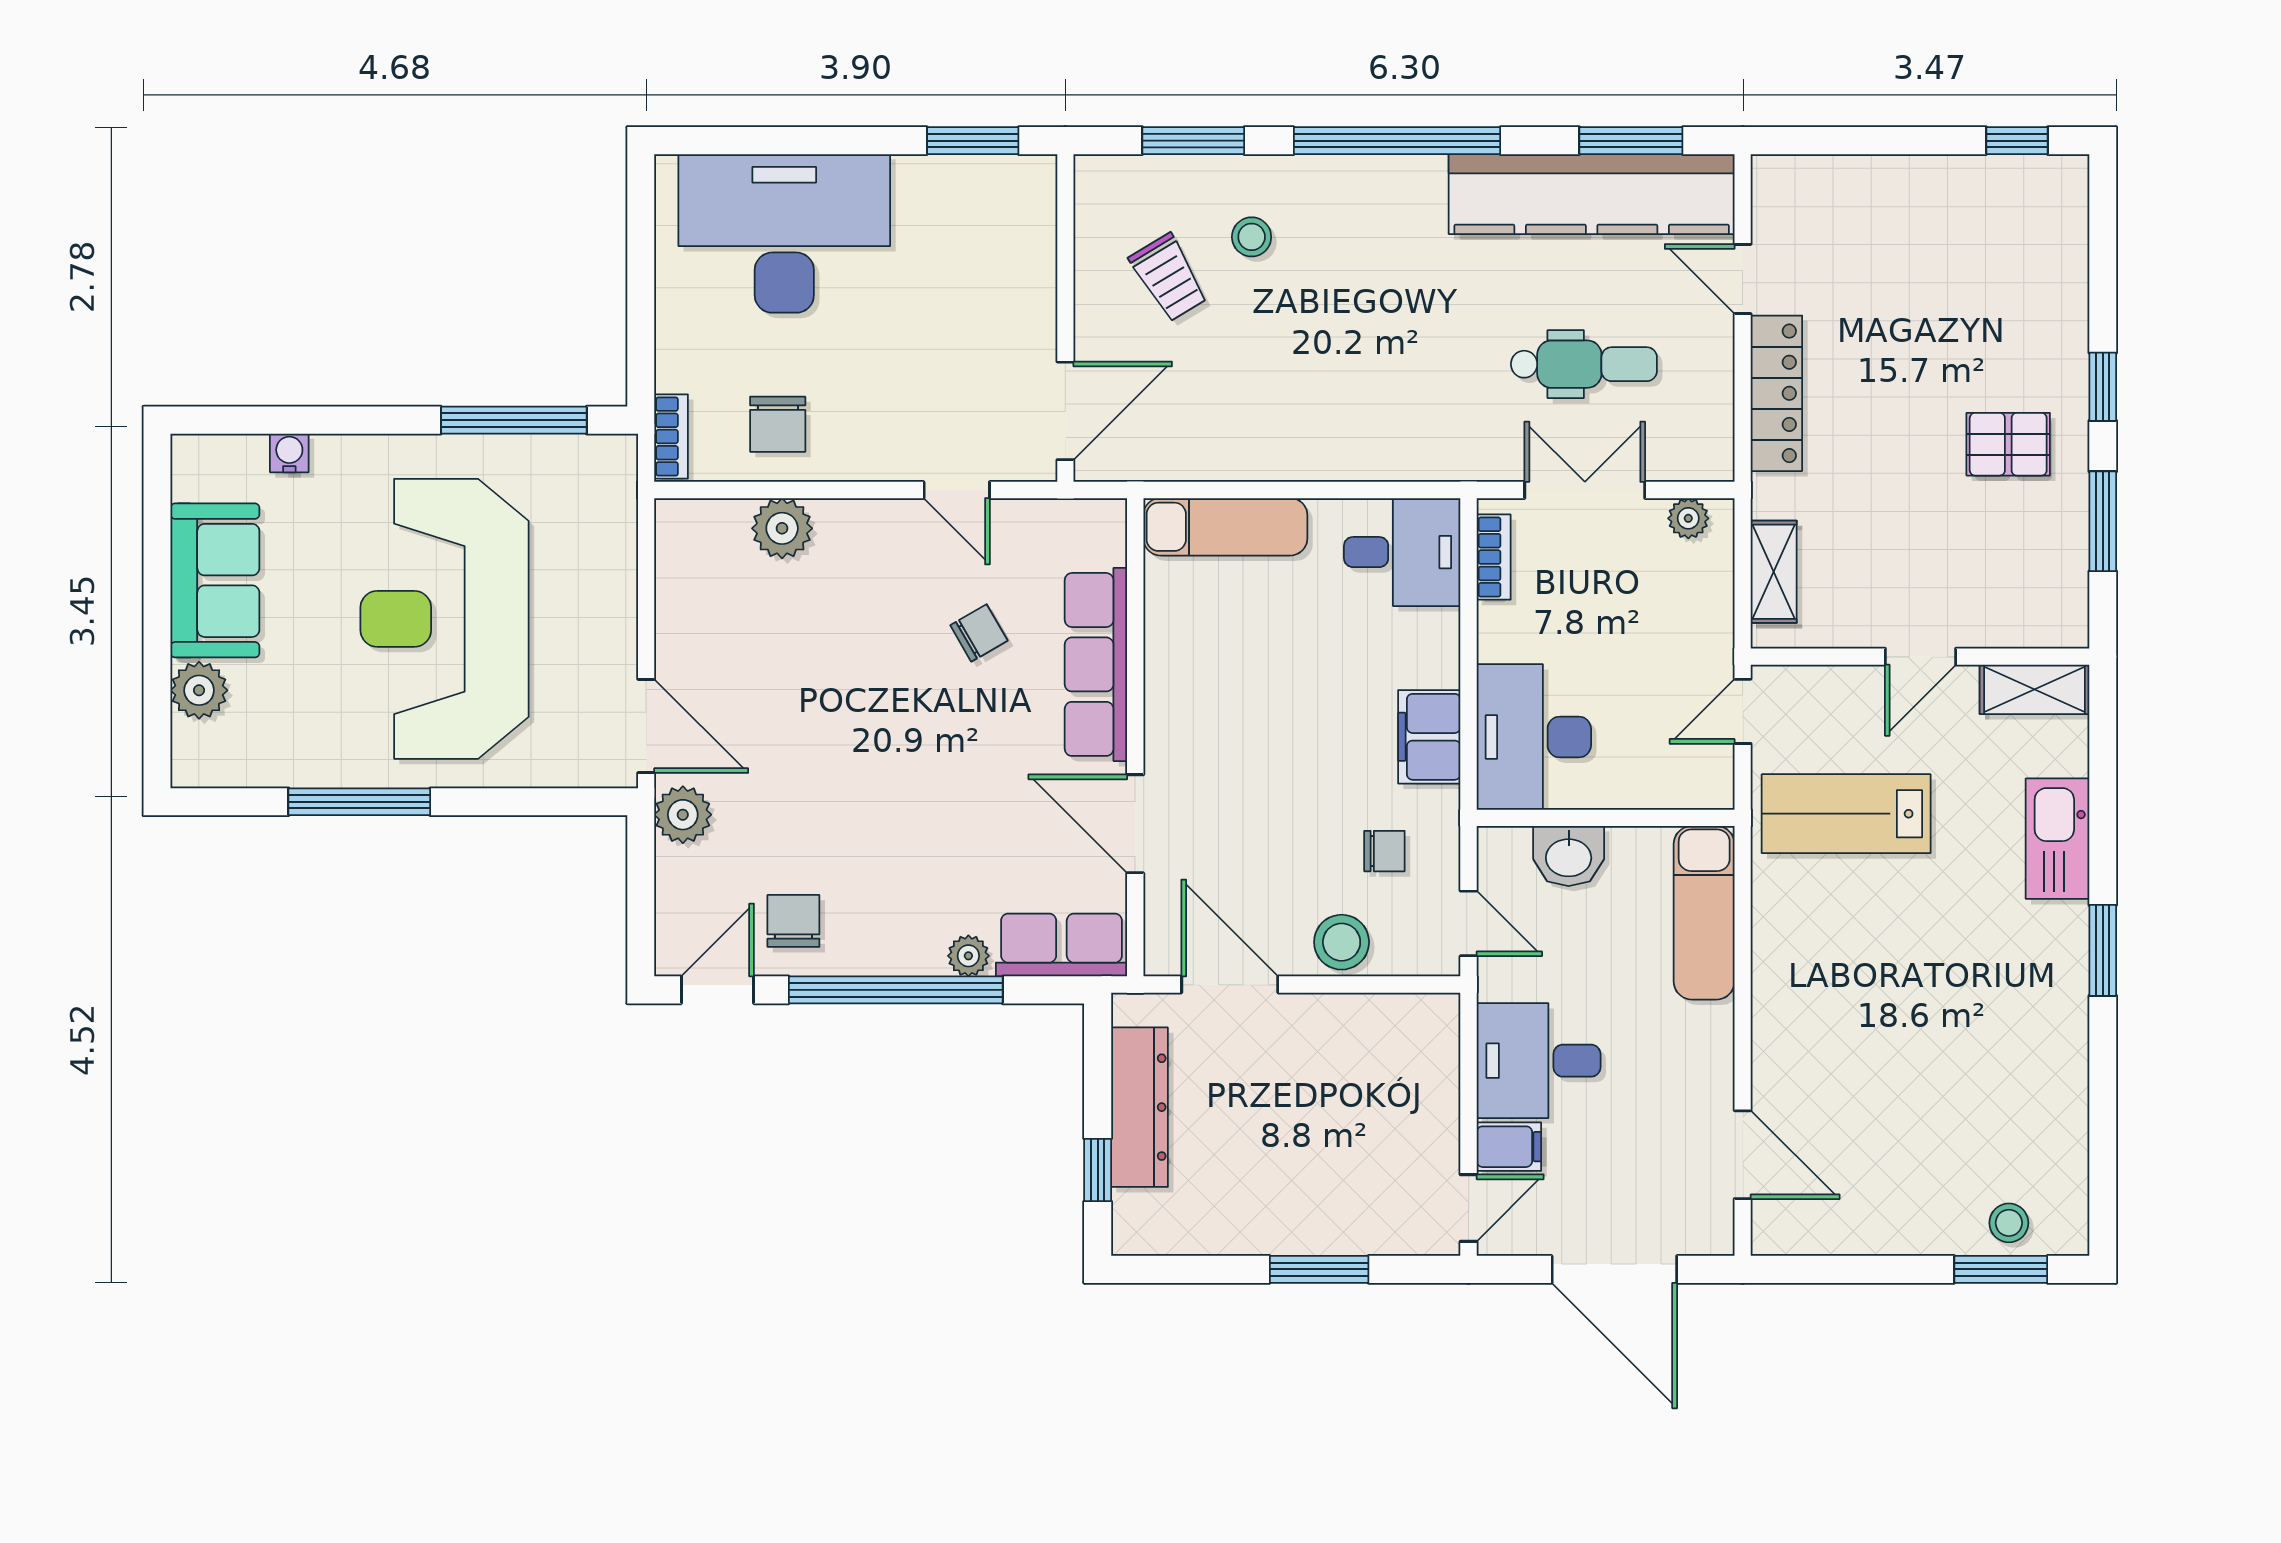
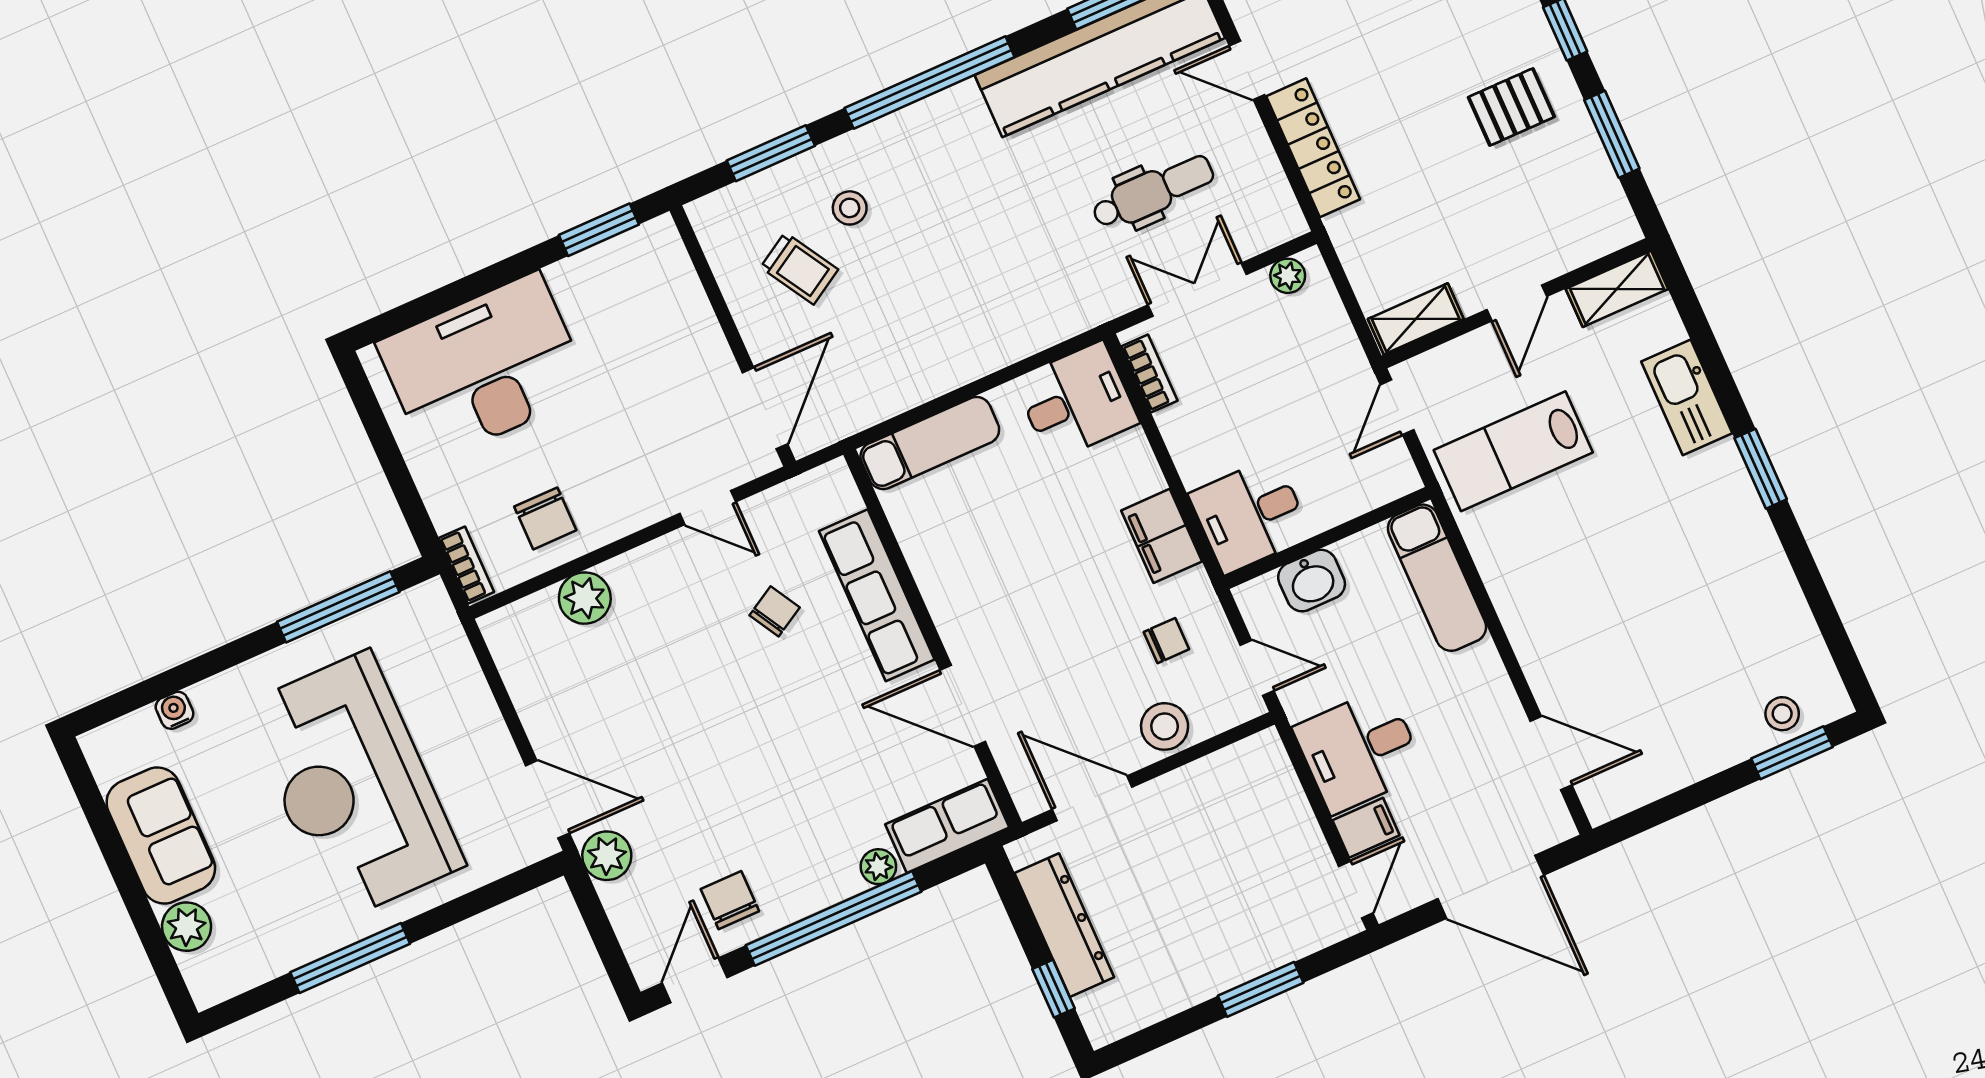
shelving: (1774, 572) -> (1416, 319), moved, turned 90
desk: (1534, 737) -> (1250, 515), width x0.73

